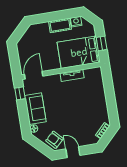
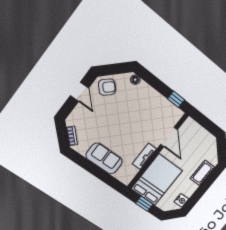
cot: (60, 25) -> (202, 173), moved
door: (34, 75) -> (169, 137), moved
sofa: (35, 109) -> (104, 159), moved, turned 180
door: (73, 152) -> (79, 92), hinge flipped

